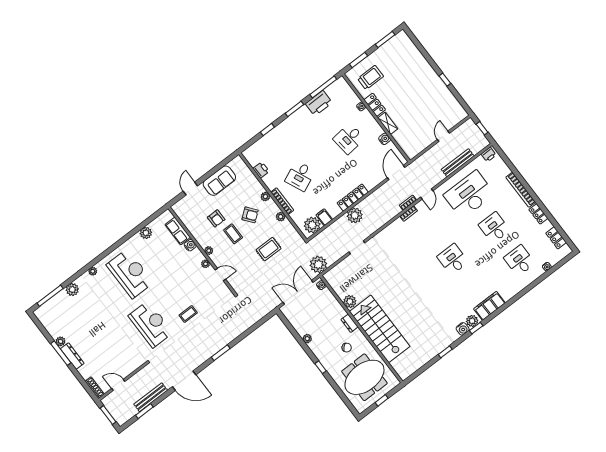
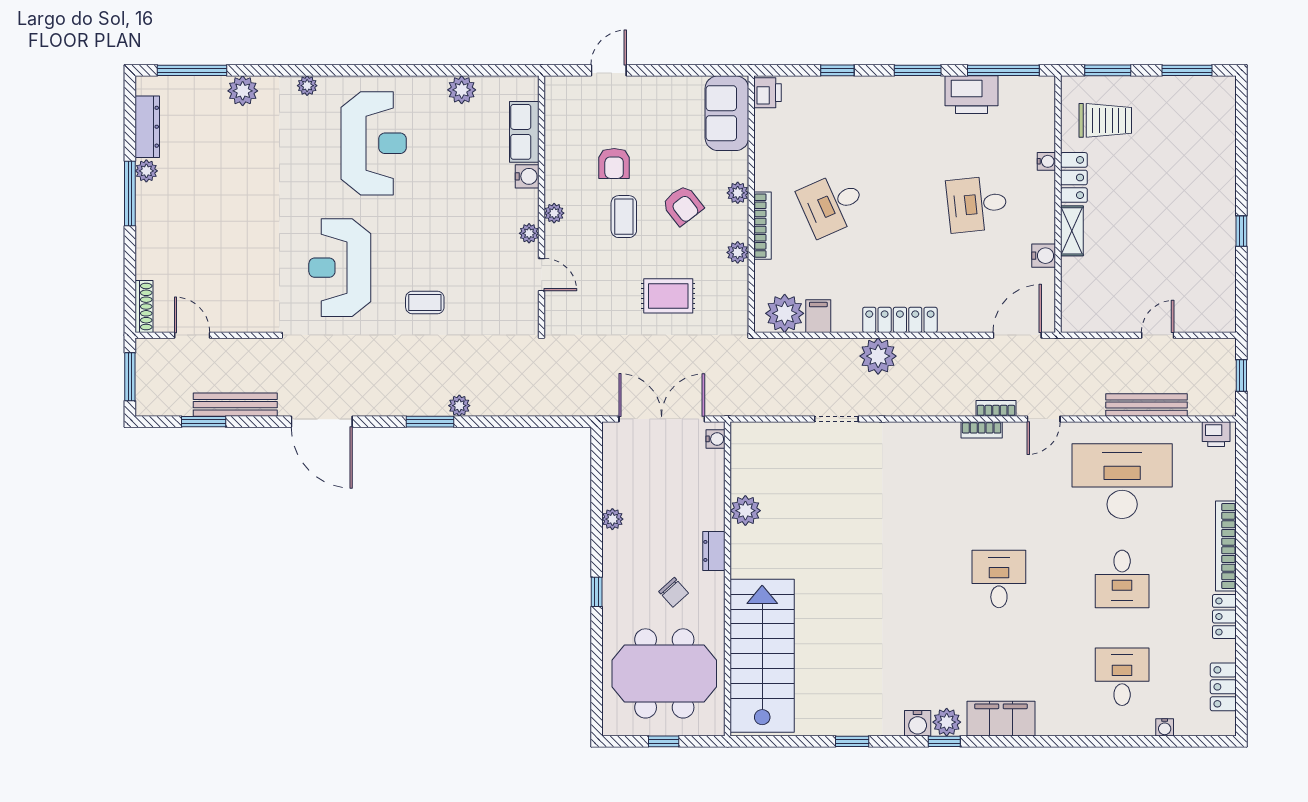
printer: (261, 170) -> (768, 93), moved
sofa: (219, 181) -> (727, 113), moved, turned 90
desk: (494, 228) -> (1122, 579), turned 180
plant: (318, 264) -> (459, 406), moved, width x0.53, depth x0.53
reception desk: (151, 324) -> (340, 268), turned 180
stairs: (380, 329) -> (762, 656), moved
dresser: (72, 356) -> (147, 127), moved

